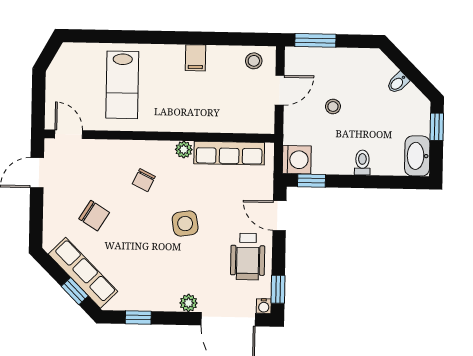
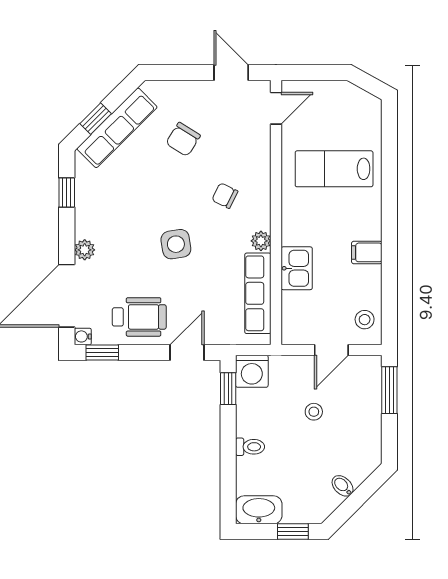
door: (280, 90) -> (331, 350), hinge flipped
kitchen sink: (208, 119) -> (297, 268), added
wheelchair: (248, 257) -> (139, 317), turned 180

